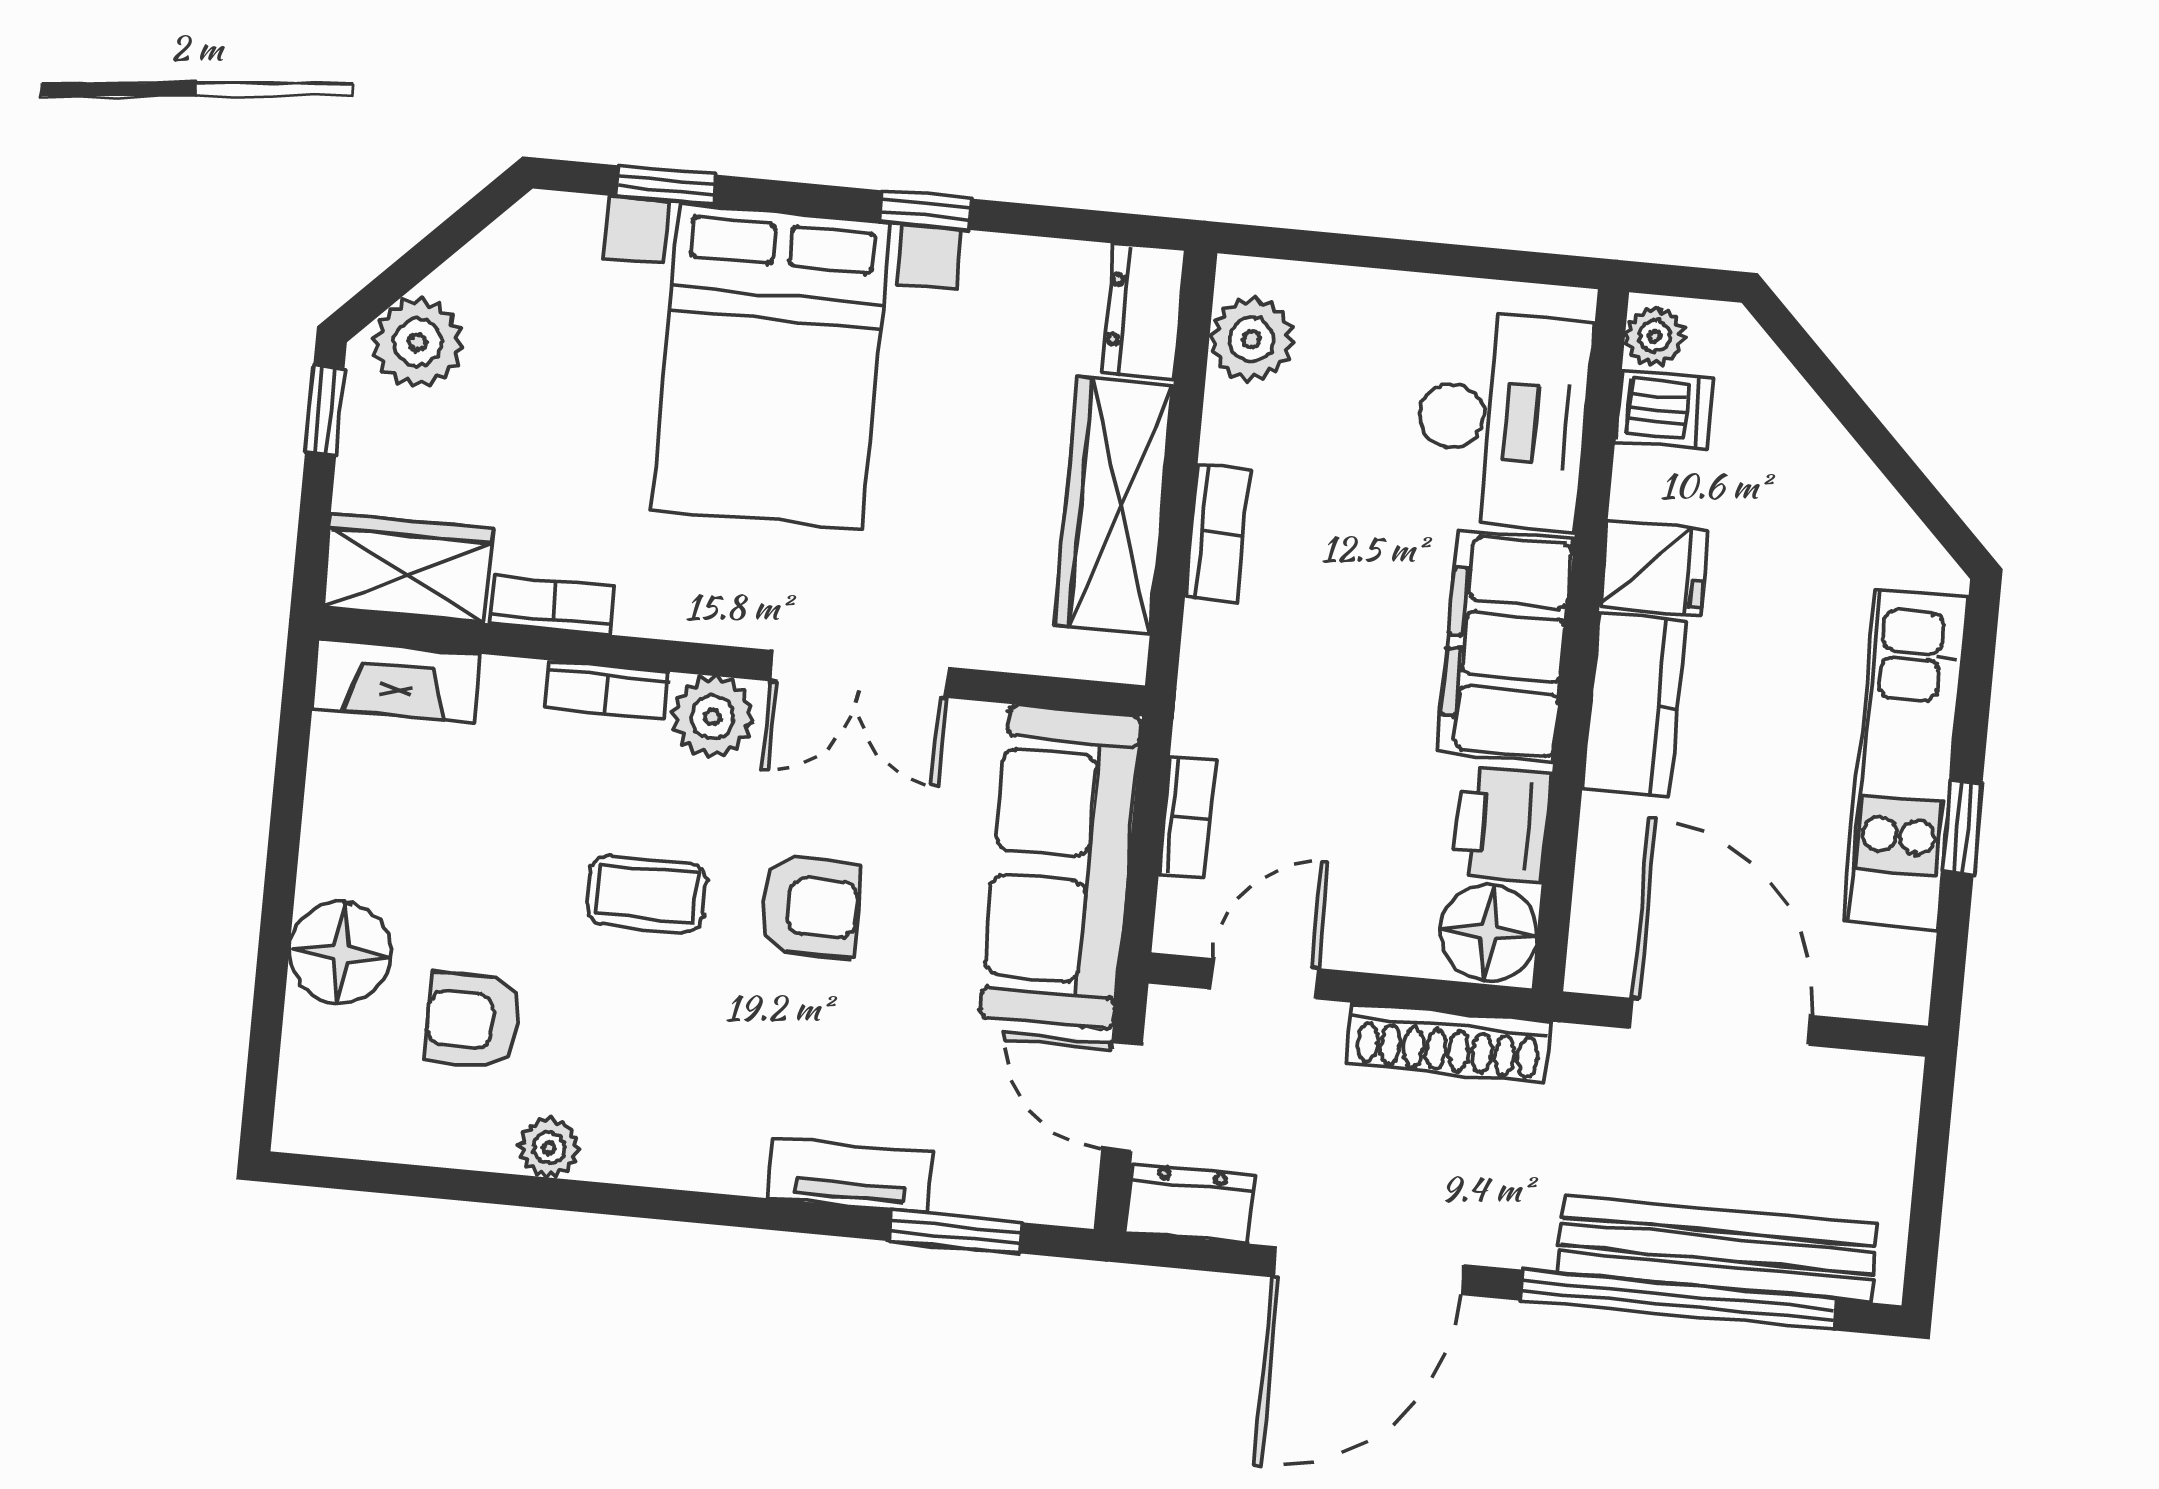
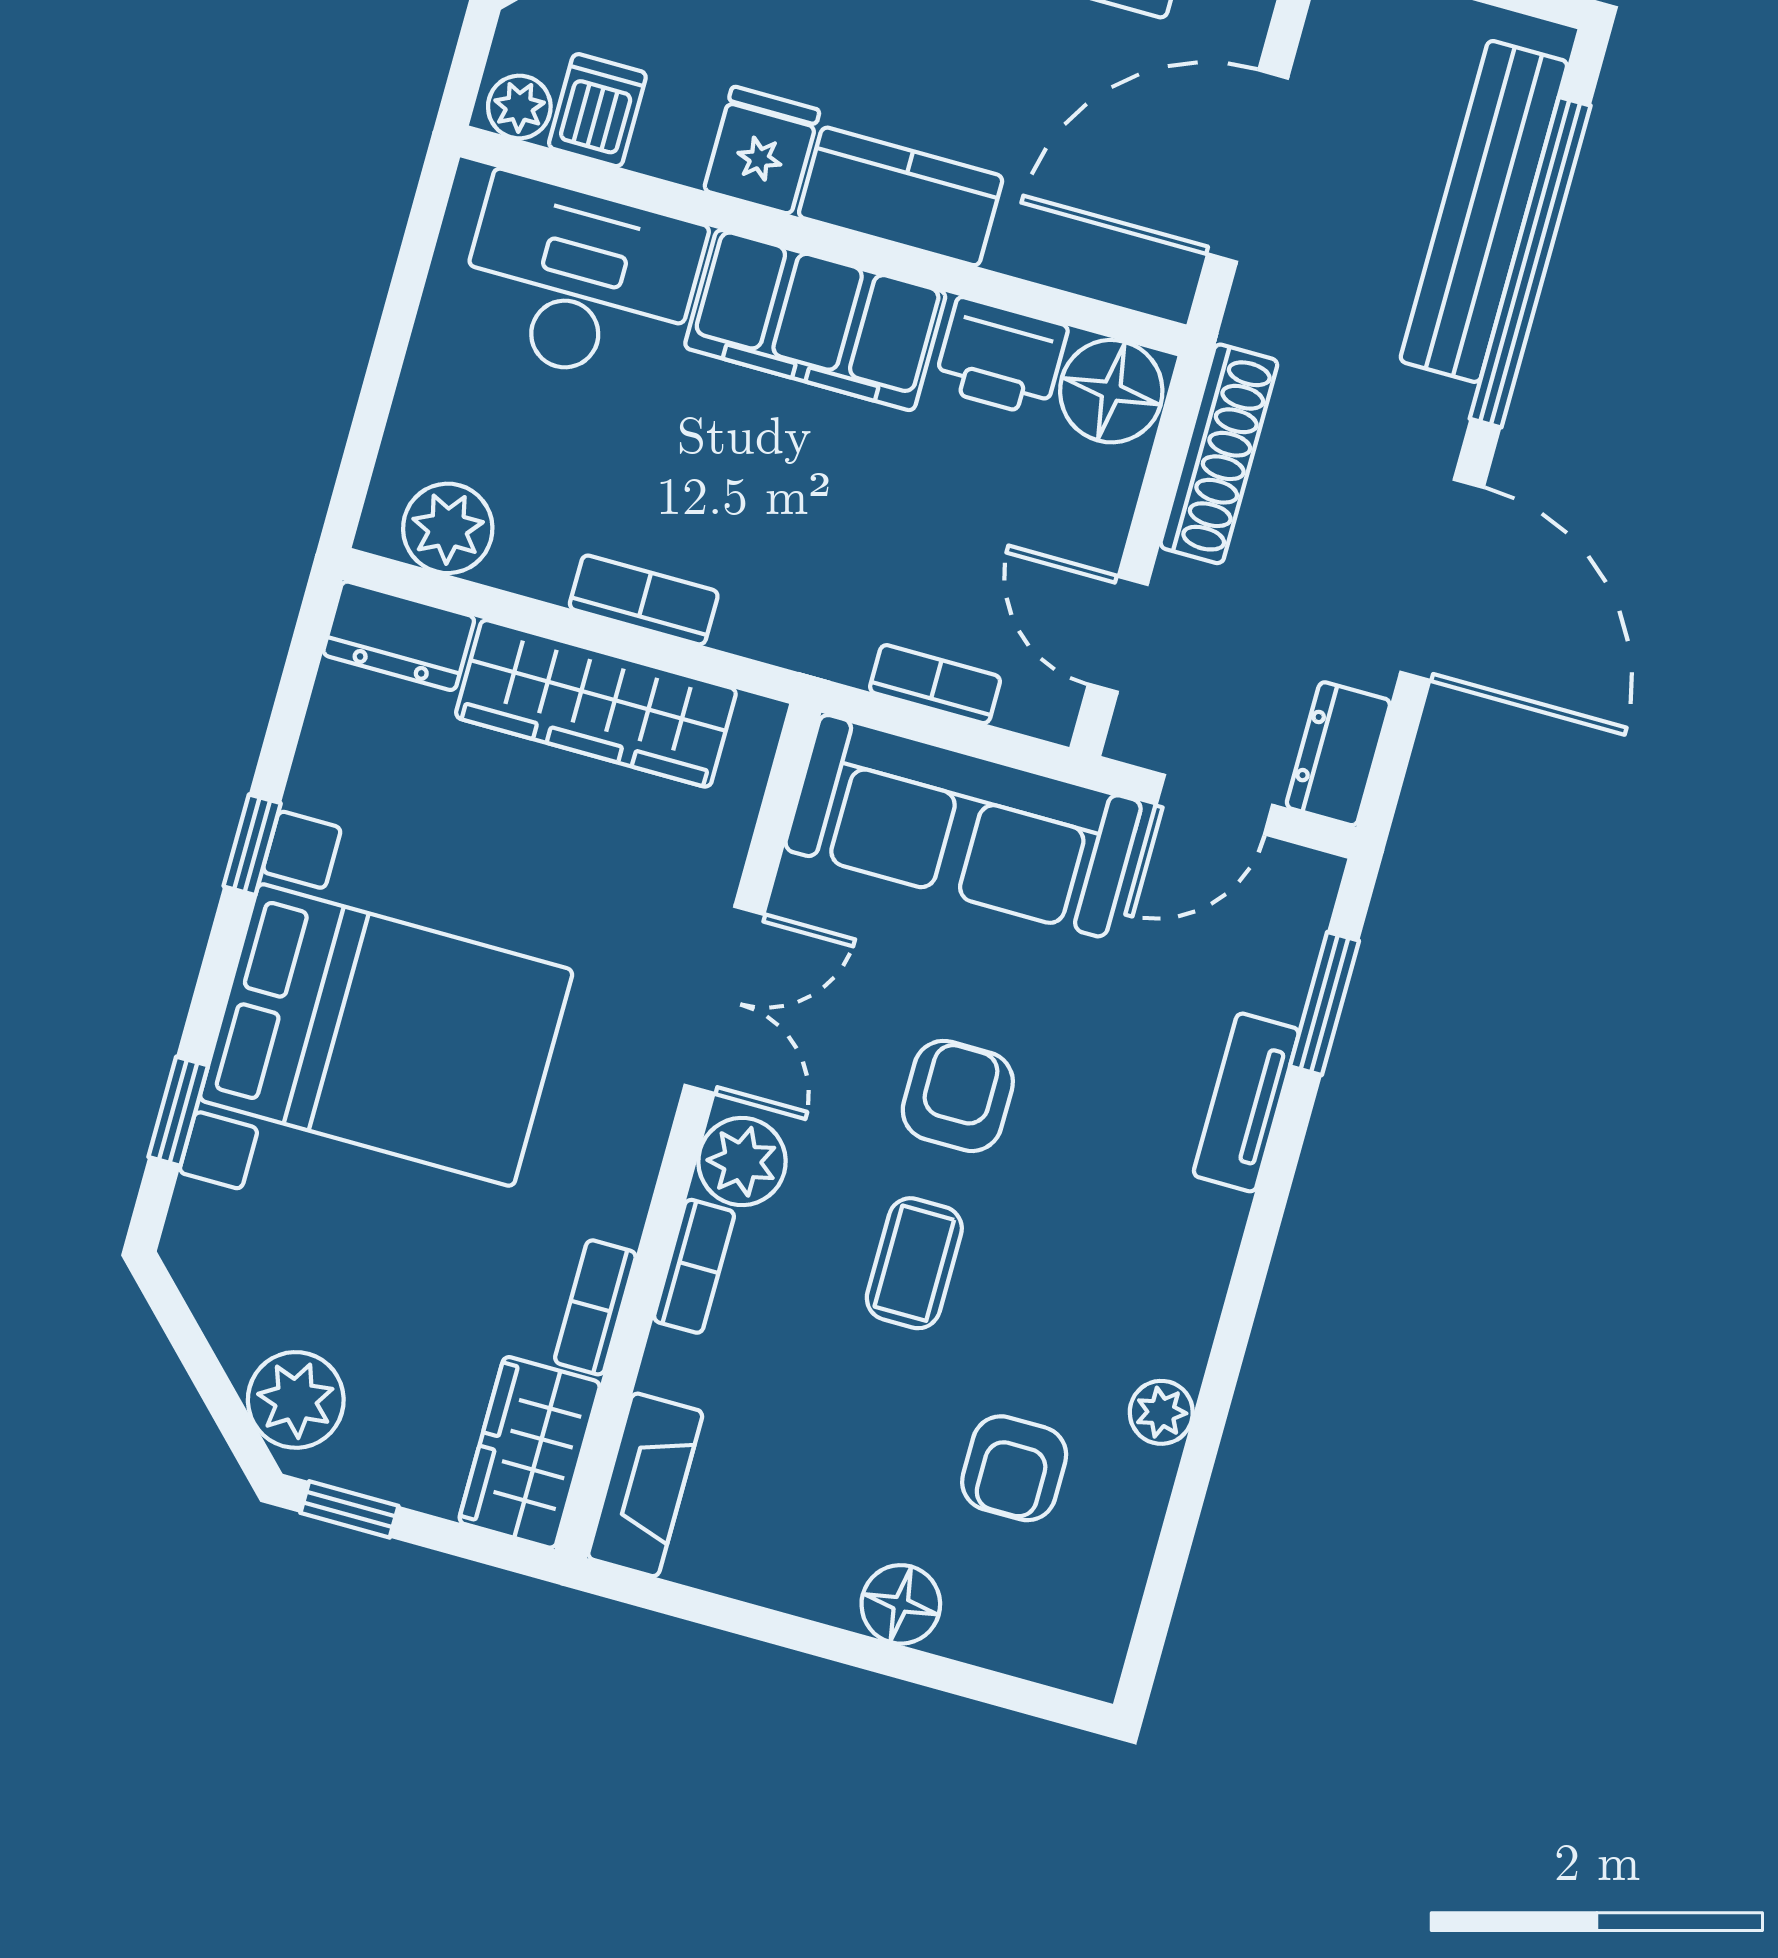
floor lamp: (340, 953) -> (901, 1604), width x0.73, depth x0.73

